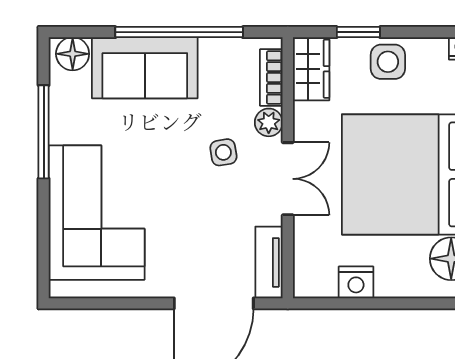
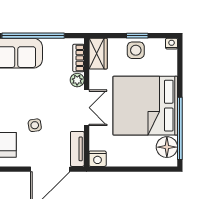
window: (358, 32) -> (137, 36), moved
side table: (223, 152) -> (35, 125), moved
nightstand: (356, 282) -> (98, 159), moved

